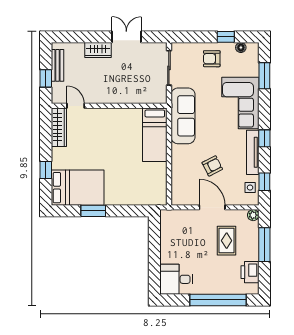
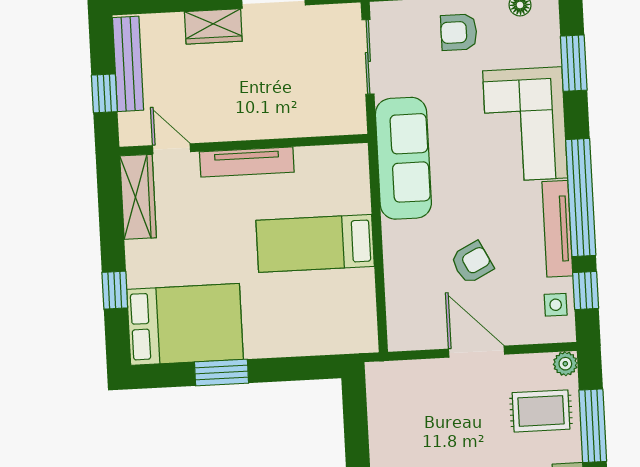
bench: (57, 65) -> (128, 64), width x1.36
tv unit: (110, 114) -> (247, 162), added
bed: (155, 135) -> (315, 243), moved, turned 90
window: (264, 138) -> (581, 198), width x3.17
rug: (227, 241) -> (541, 411), moved, turned 90

